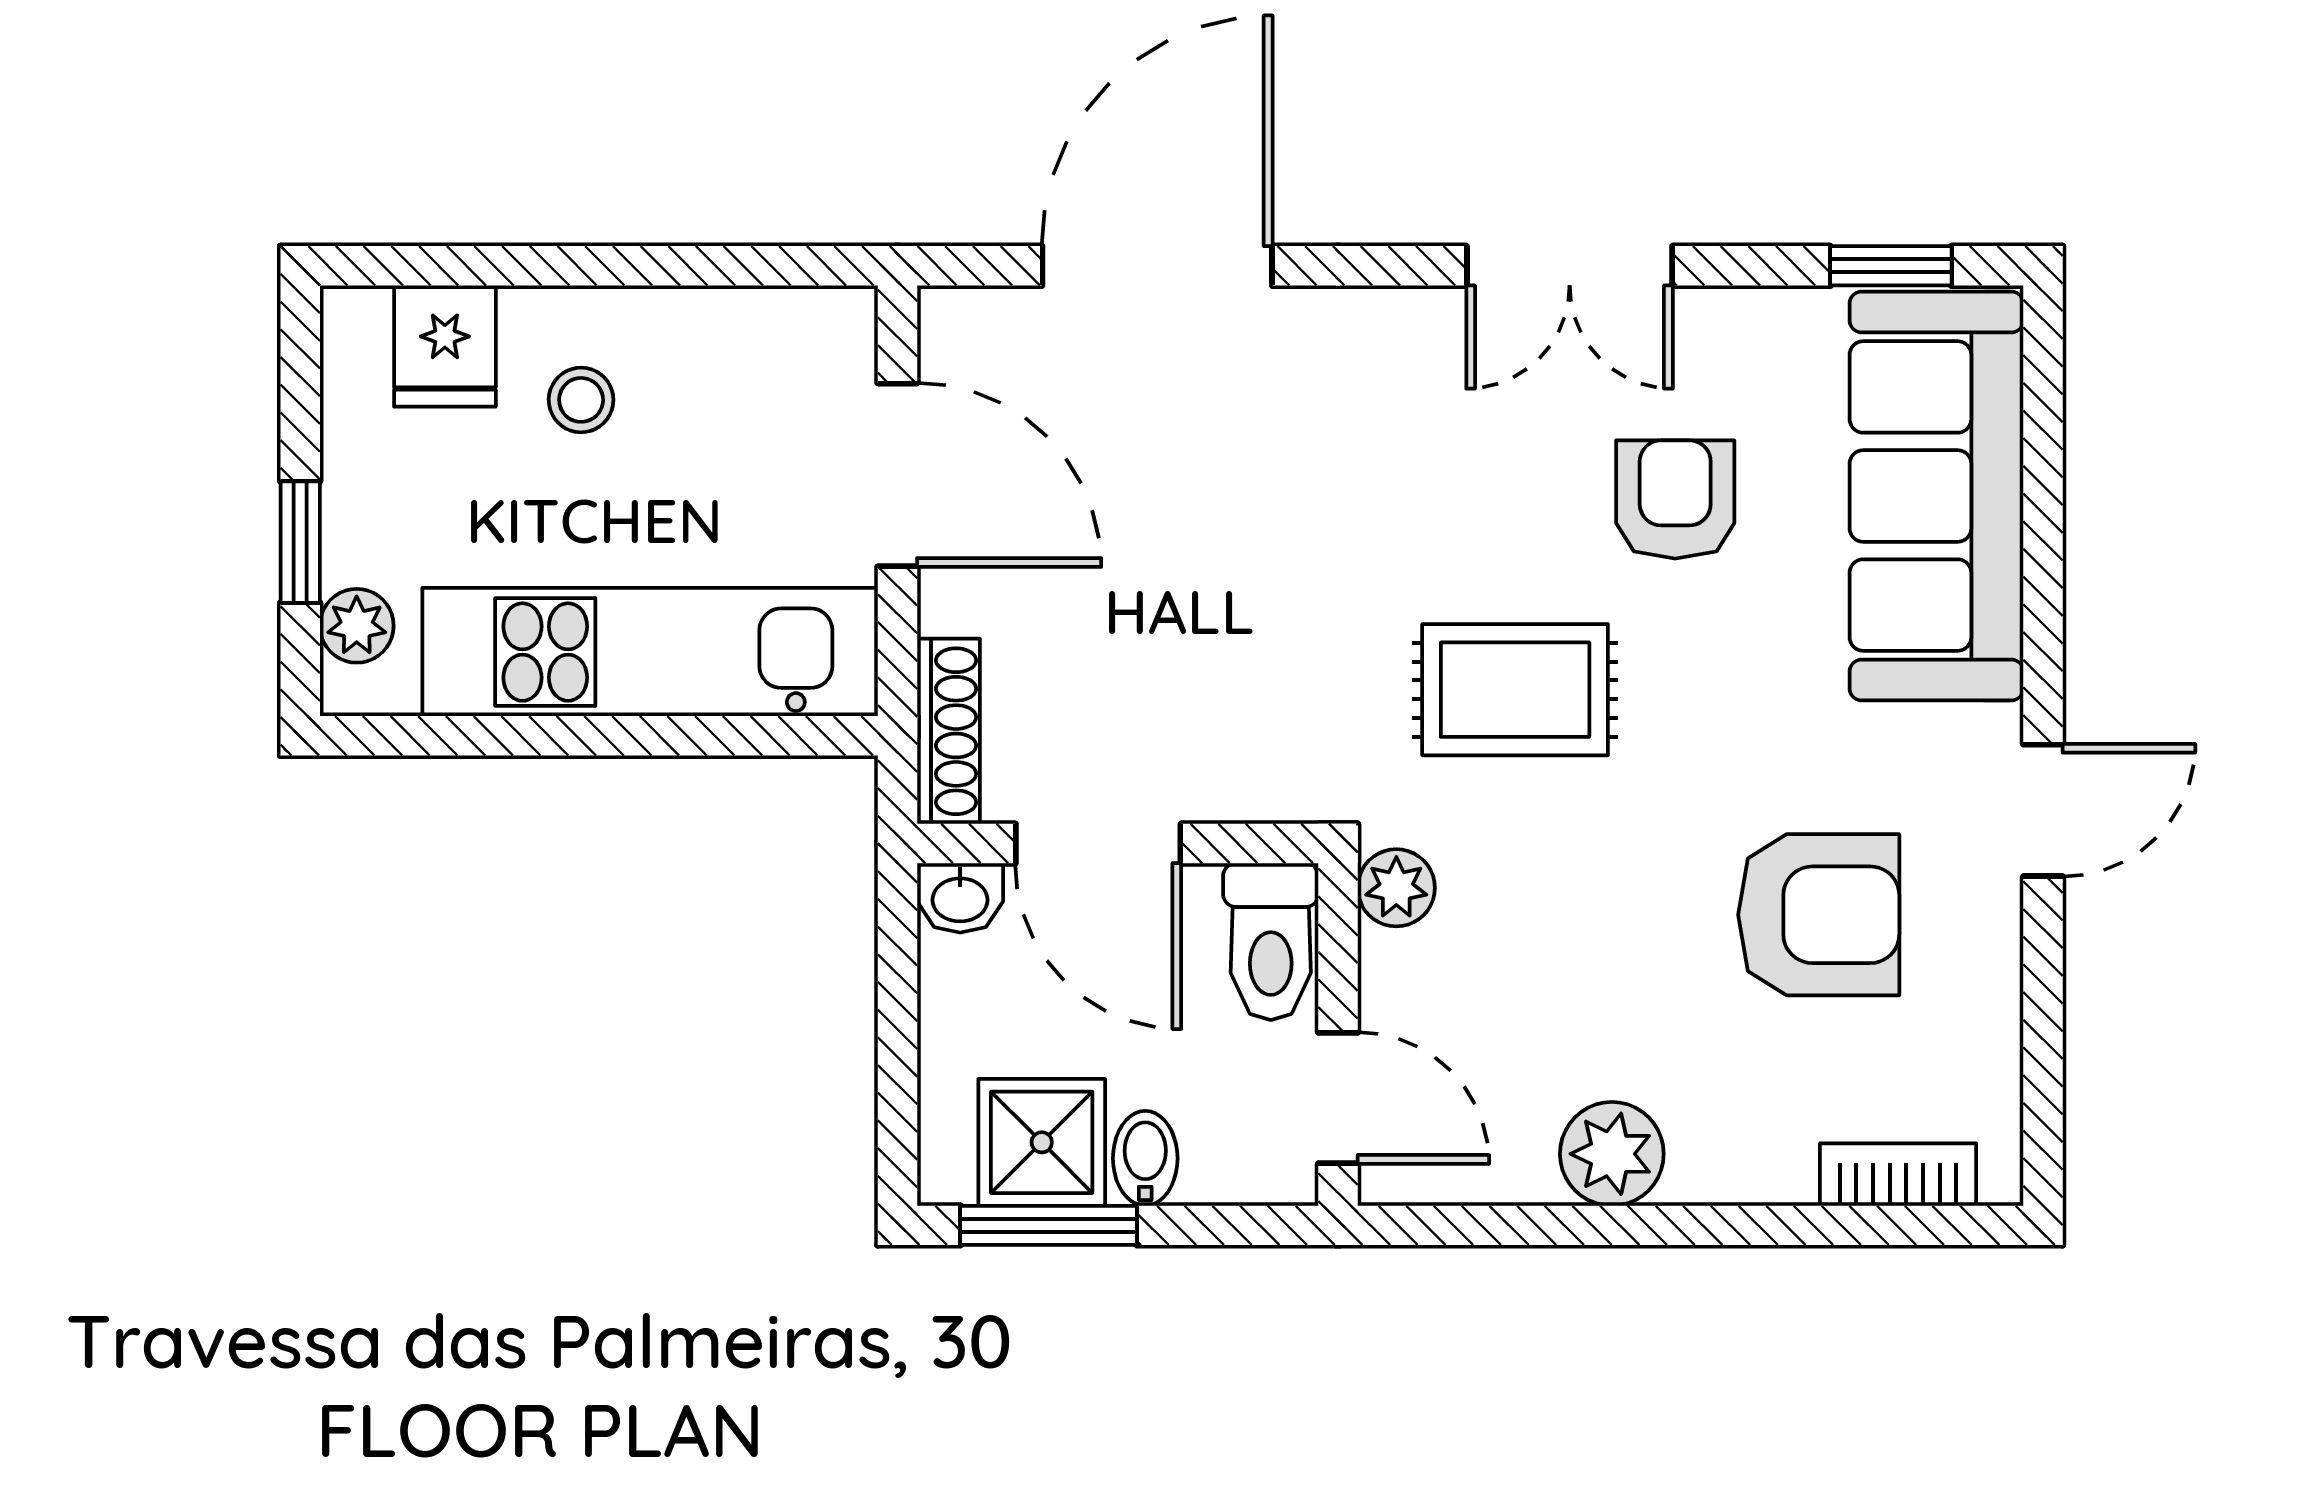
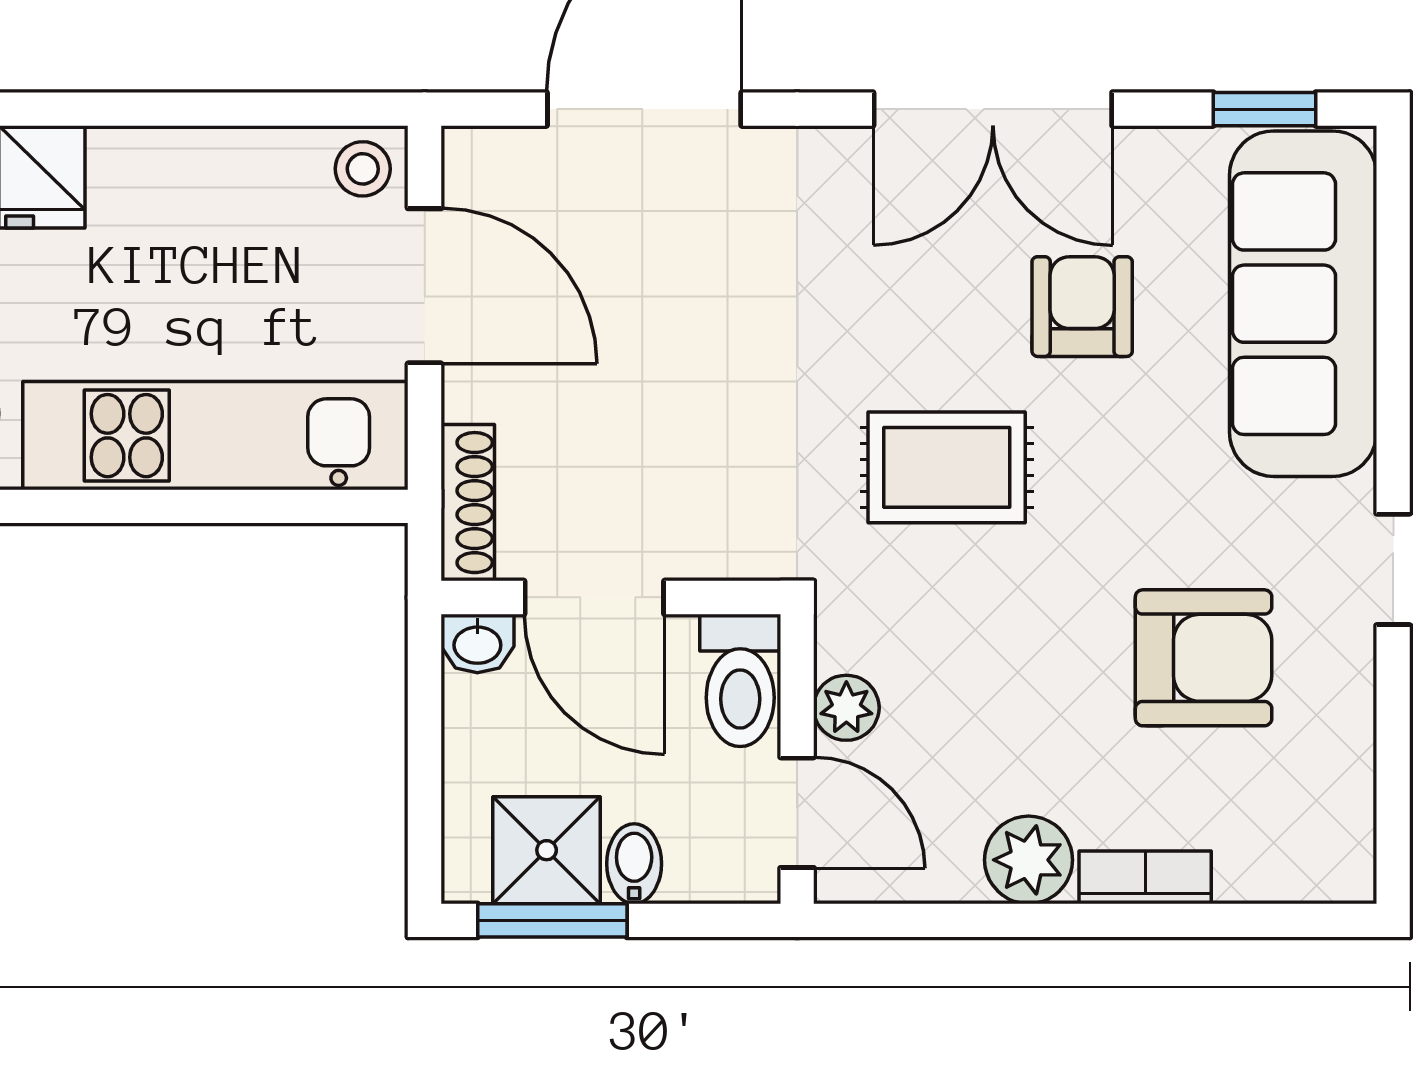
double door: (1570, 266) -> (993, 109), width x1.37
stool: (581, 400) -> (363, 169), moved
plant: (1396, 888) -> (846, 708), moved
bookcase: (1898, 1175) -> (1145, 877), moved

